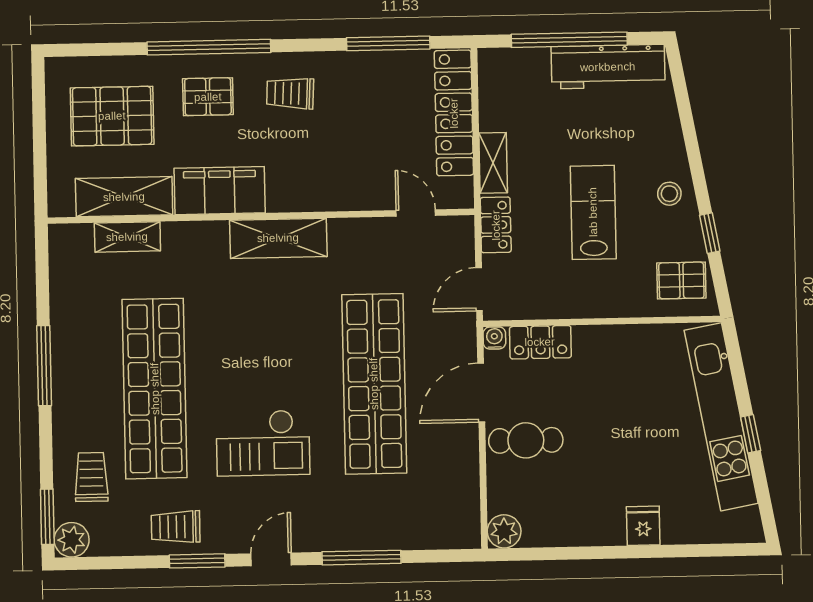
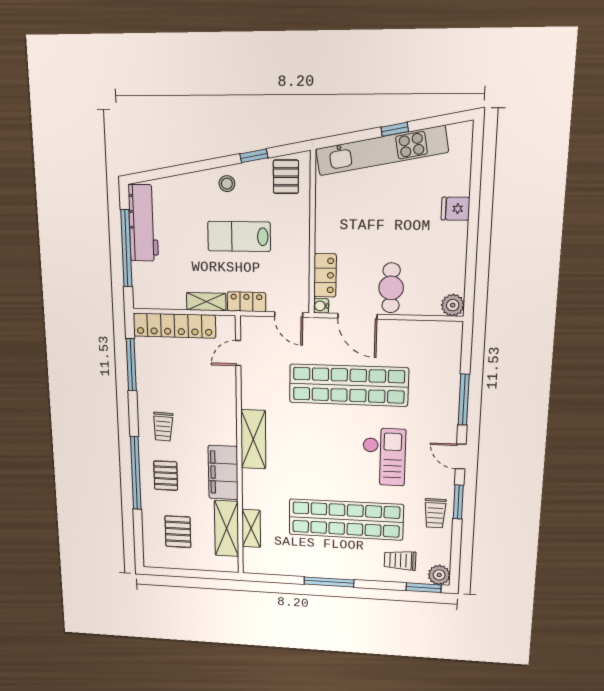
pallet: (112, 116) -> (178, 532), width x0.67, depth x0.71

